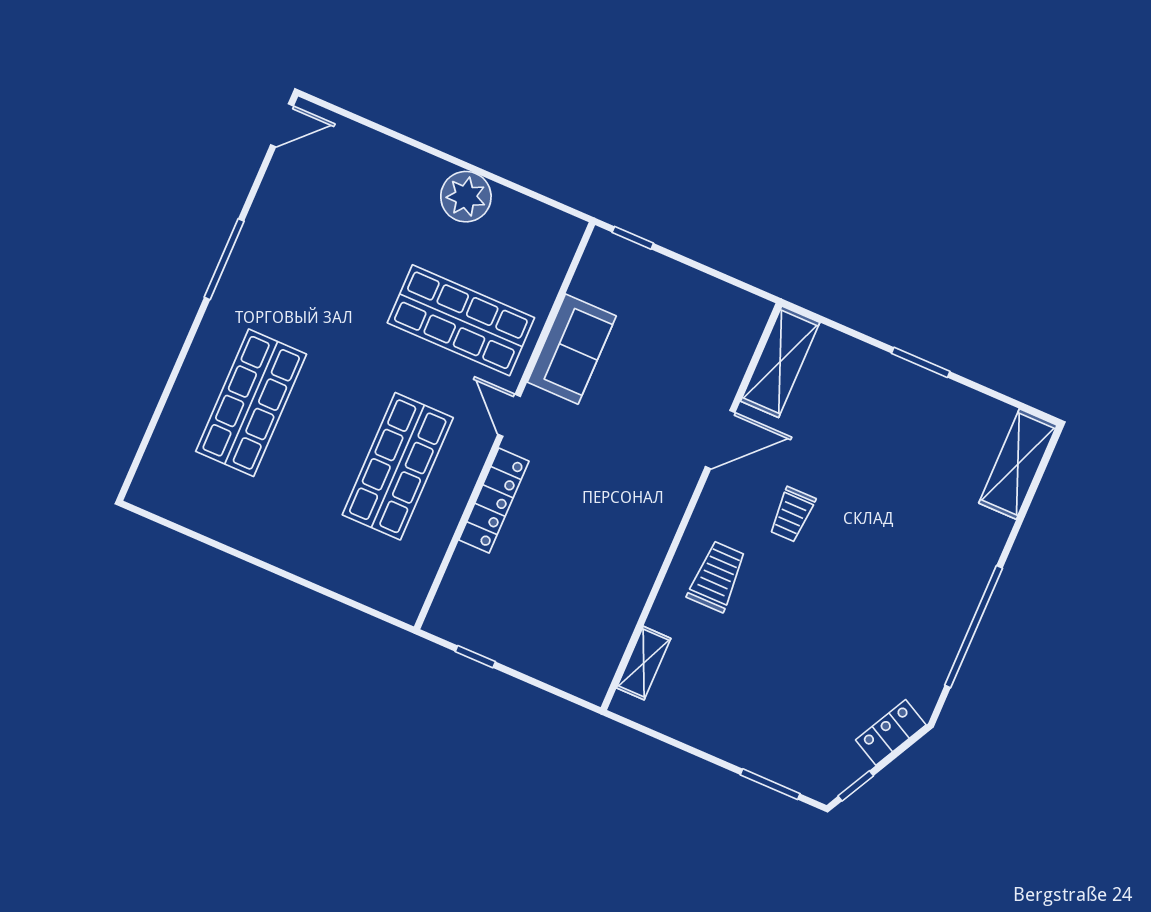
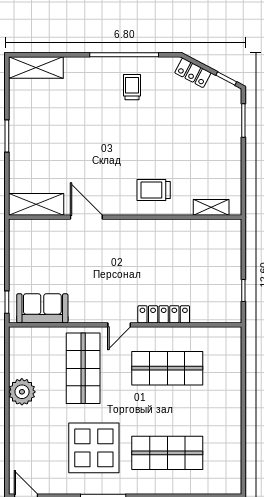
display table: (315, 279) -> (94, 448), added
sofa: (572, 349) -> (42, 308), moved
trolley: (792, 514) -> (132, 87), moved, turned -90

